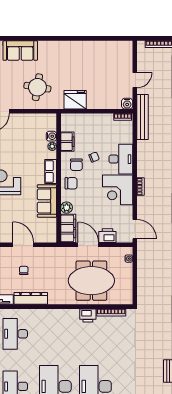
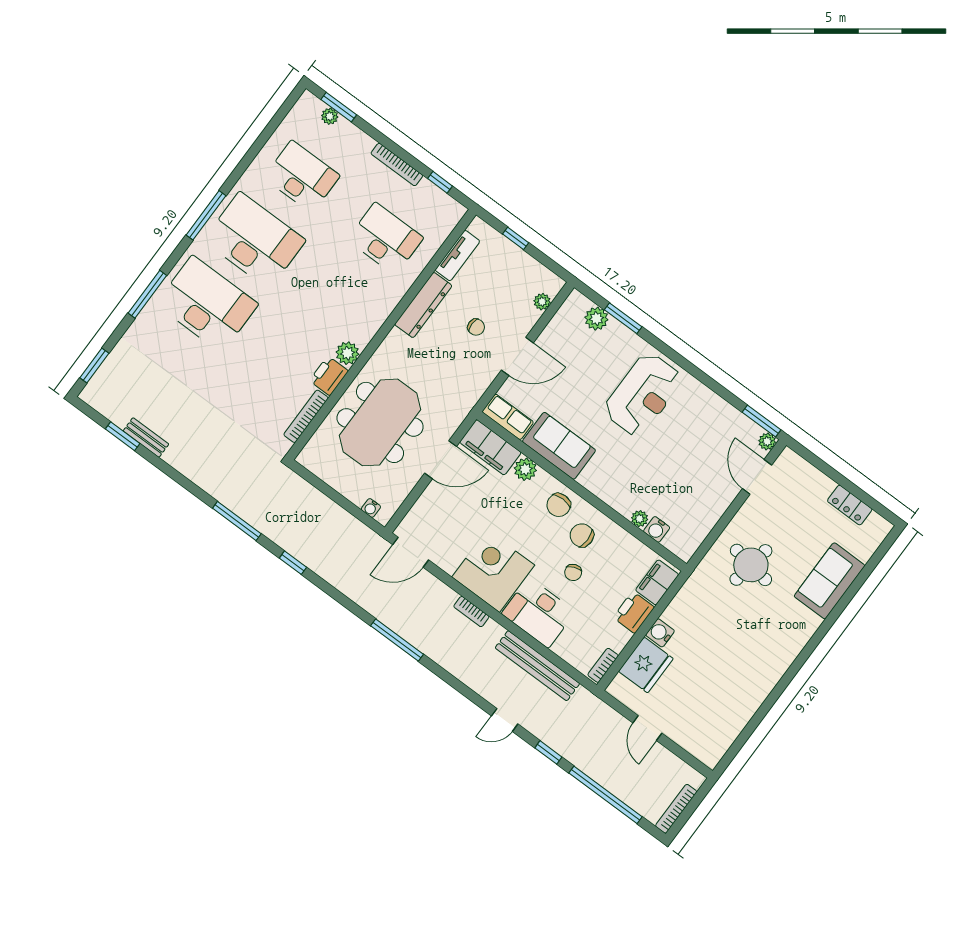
fridge: (75, 100) -> (646, 665), moved
water cooler: (127, 104) -> (660, 633), moved
bench: (143, 117) -> (537, 666), moved
filing cabinet: (67, 142) -> (657, 582), moved, turned 90
row of seats: (51, 172) -> (508, 417), moved
printer: (107, 236) -> (634, 612), moved, turned 180
plant: (73, 315) -> (347, 353), added

